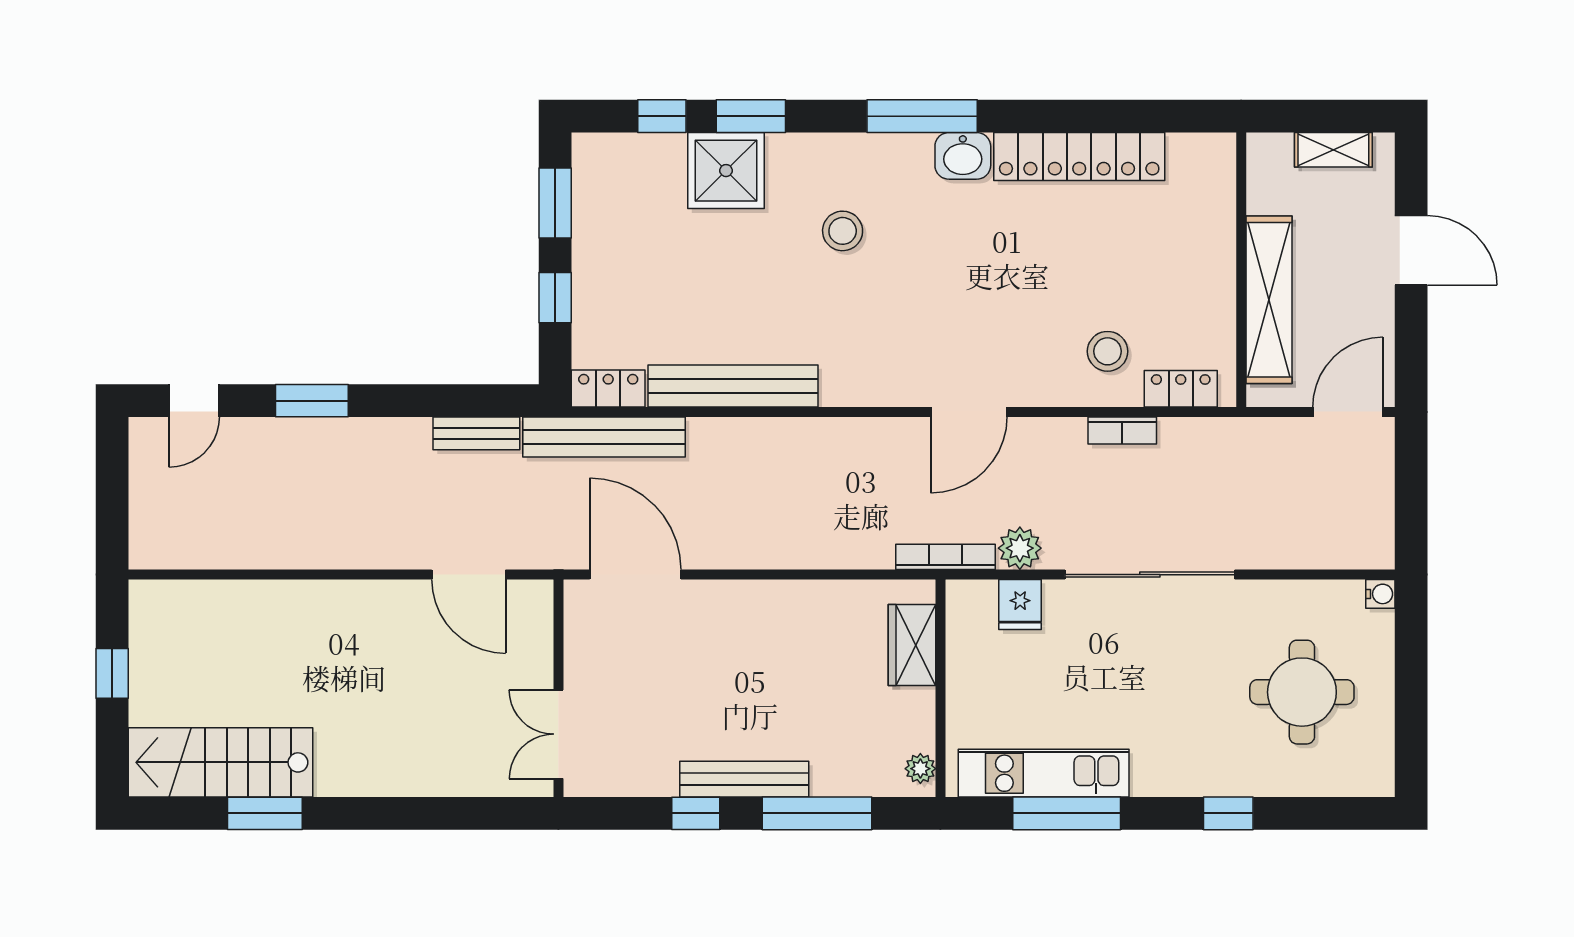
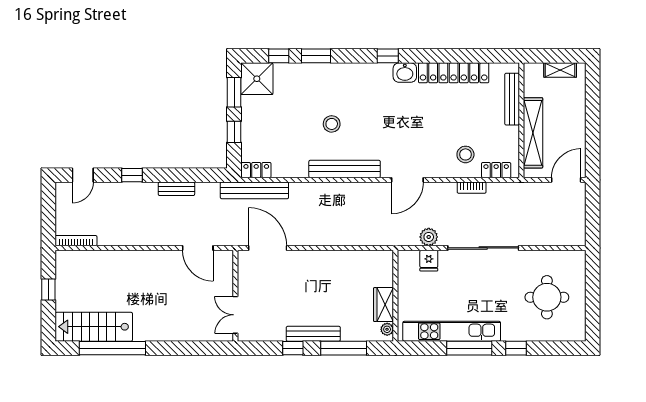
window: (922, 116) -> (388, 56), width x0.46
shower: (726, 171) -> (257, 79), moved
bench: (1219, 219) -> (512, 99), added
stool: (843, 231) -> (332, 124), moved
door: (1411, 250) -> (593, 112), removed
bench: (733, 386) -> (345, 169), moved
window: (312, 401) -> (132, 175), width x0.67
bench: (476, 433) -> (176, 189), moved
bookcase: (945, 557) -> (76, 241), moved
water cooler: (1380, 594) -> (580, 256), removed
wardrobe: (912, 645) -> (384, 305), moved
kitchen unit: (1044, 773) -> (452, 331), width x1.36
window: (265, 813) -> (112, 348), width x2.11
window: (1067, 813) -> (469, 348), moved

